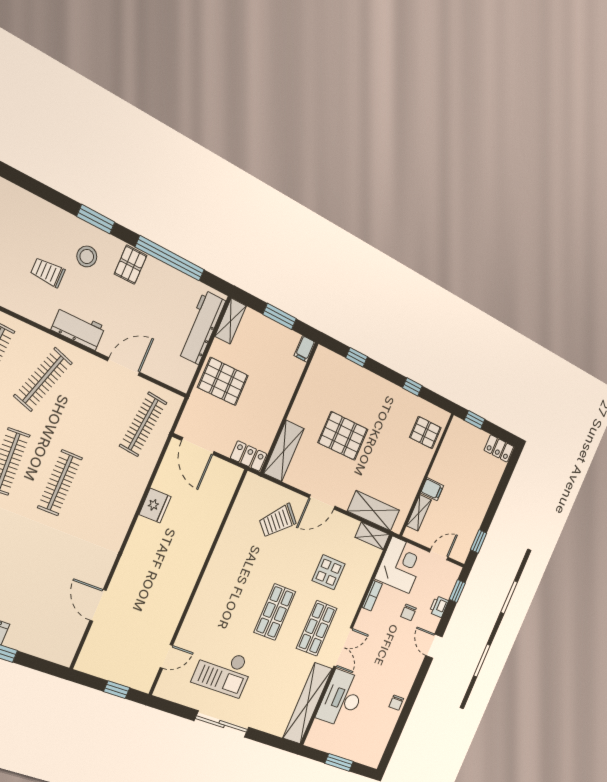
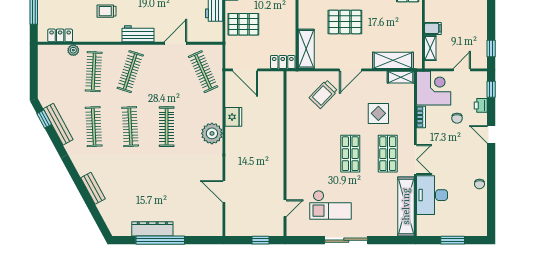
clothes rail: (143, 424) -> (203, 72), turned -30
plant: (117, 517) -> (212, 133), added

